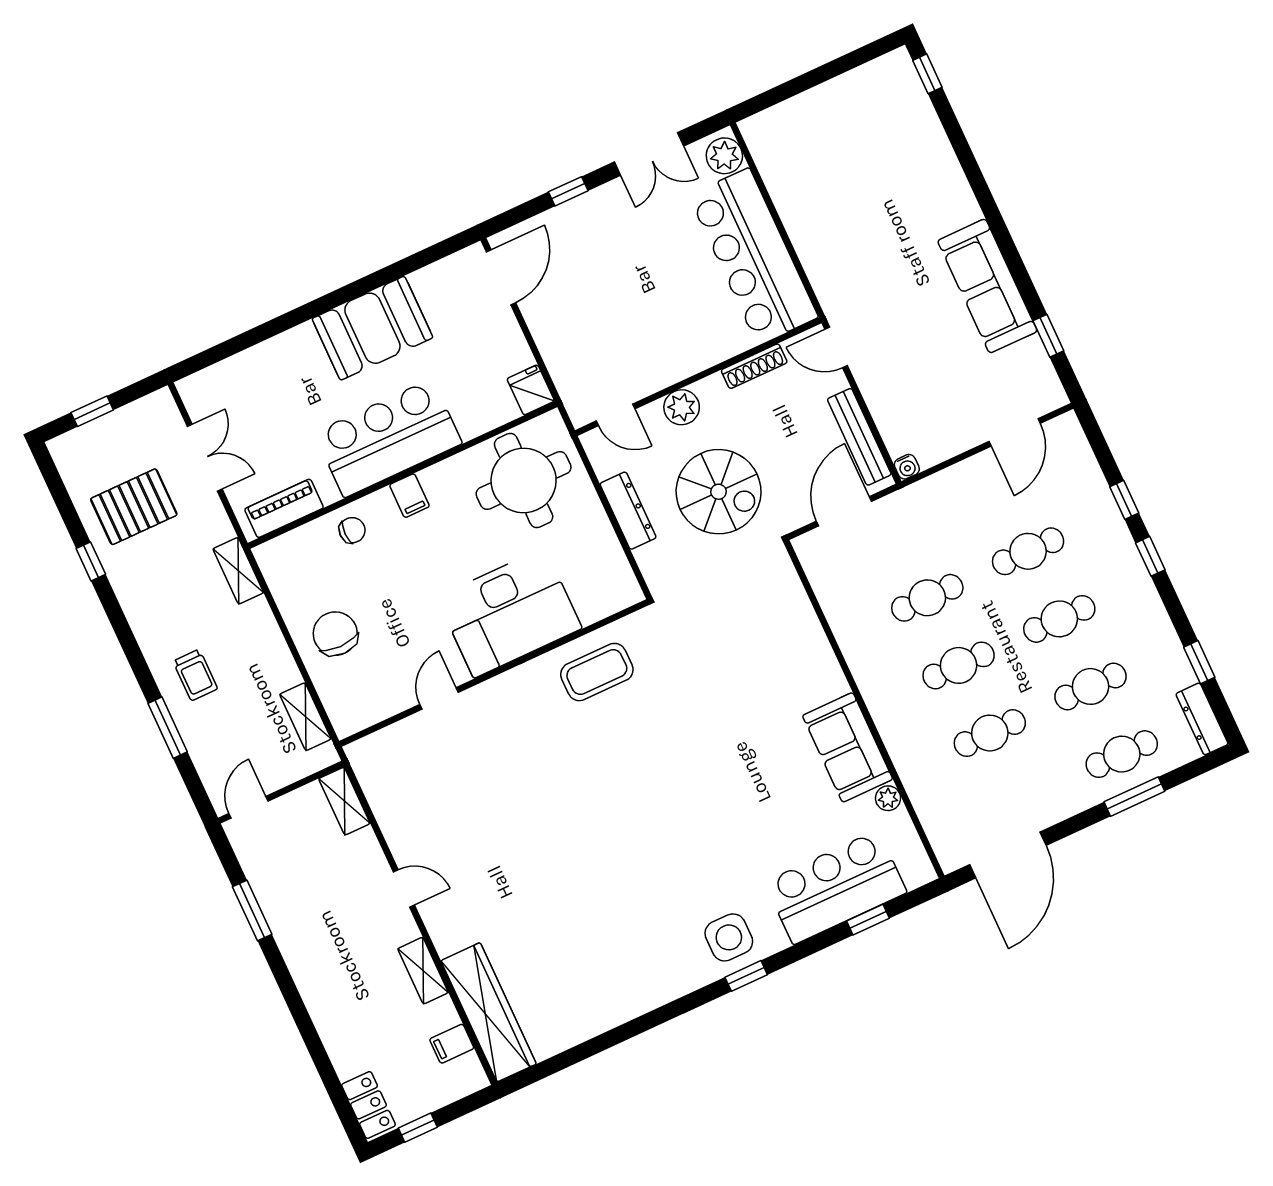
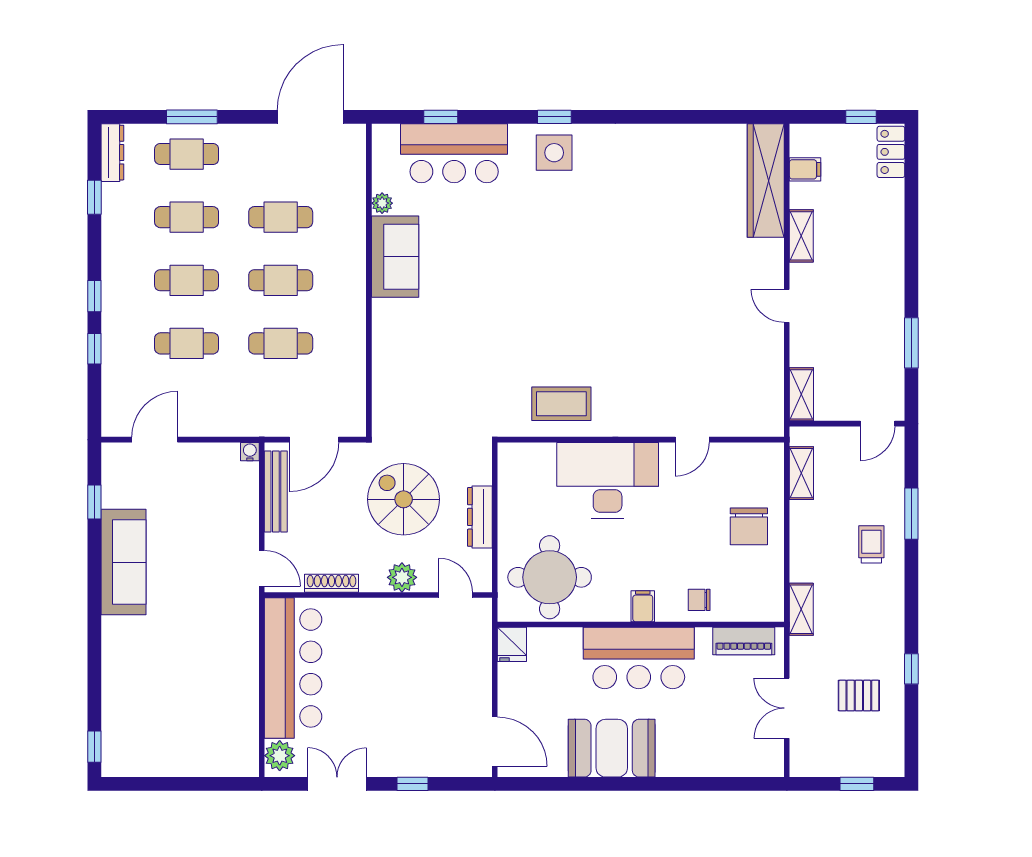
door: (501, 277) -> (495, 742), swing flipped
pallet: (134, 507) -> (859, 696), width x0.67, depth x0.71

